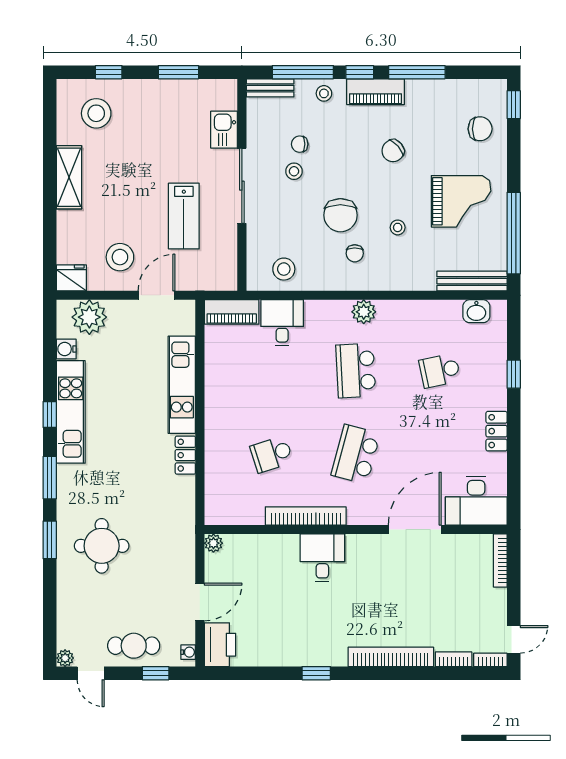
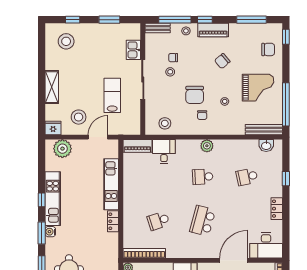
window: (417, 72) -> (252, 20), moved
shelving: (69, 177) -> (52, 87), moved
lab bench: (184, 216) -> (112, 95), turned 180
water cooler: (66, 349) -> (50, 232), moved
school desk: (356, 371) -> (203, 177), width x0.54
bookcase: (306, 516) -> (144, 253), moved

